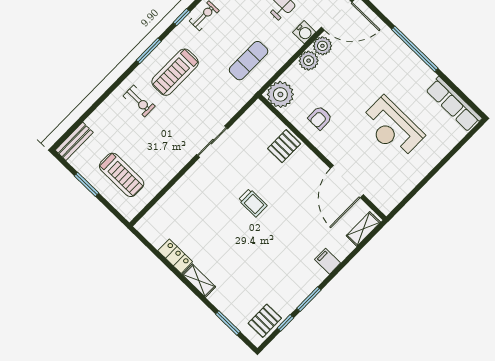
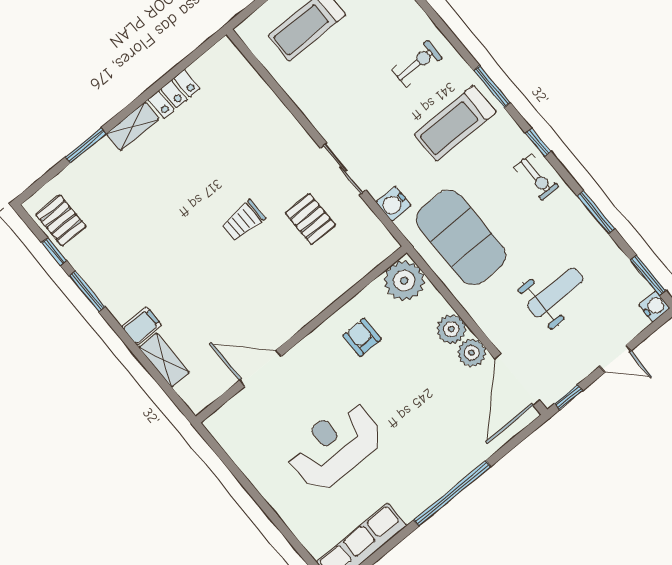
water cooler: (304, 32) -> (393, 204), moved
exercise mat: (249, 61) -> (461, 237), width x2.00, depth x1.45
treadmill: (175, 72) -> (455, 123), turned -90
exercise bike: (139, 101) -> (417, 64), turned 180
pallet: (284, 146) -> (310, 219), moved
door: (347, 181) -> (260, 368), width x0.73
shelving: (363, 229) -> (164, 360), moved
window: (228, 323) -> (86, 145), moved

